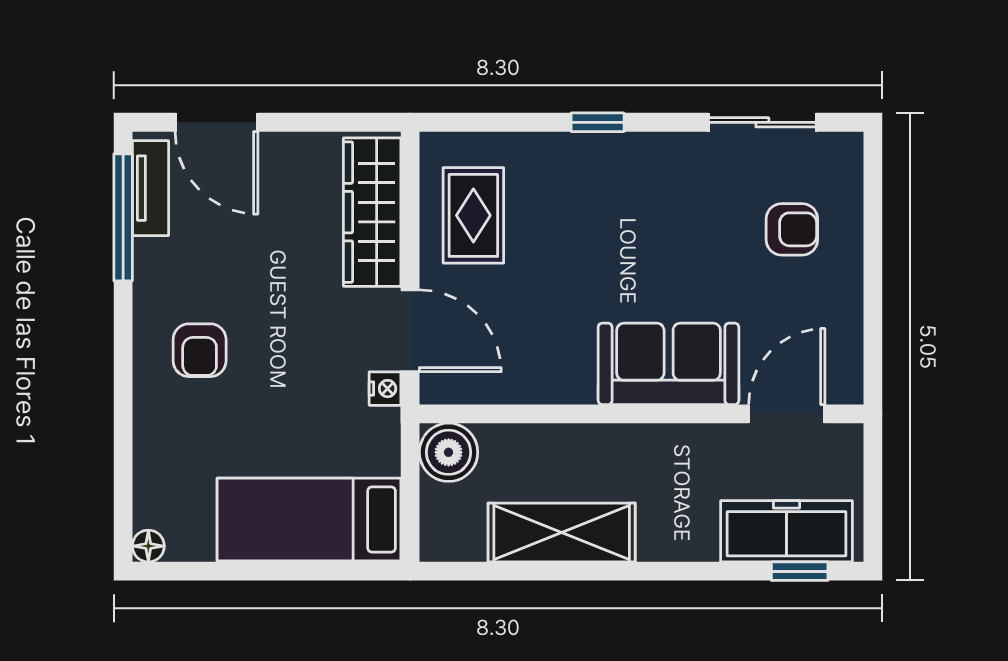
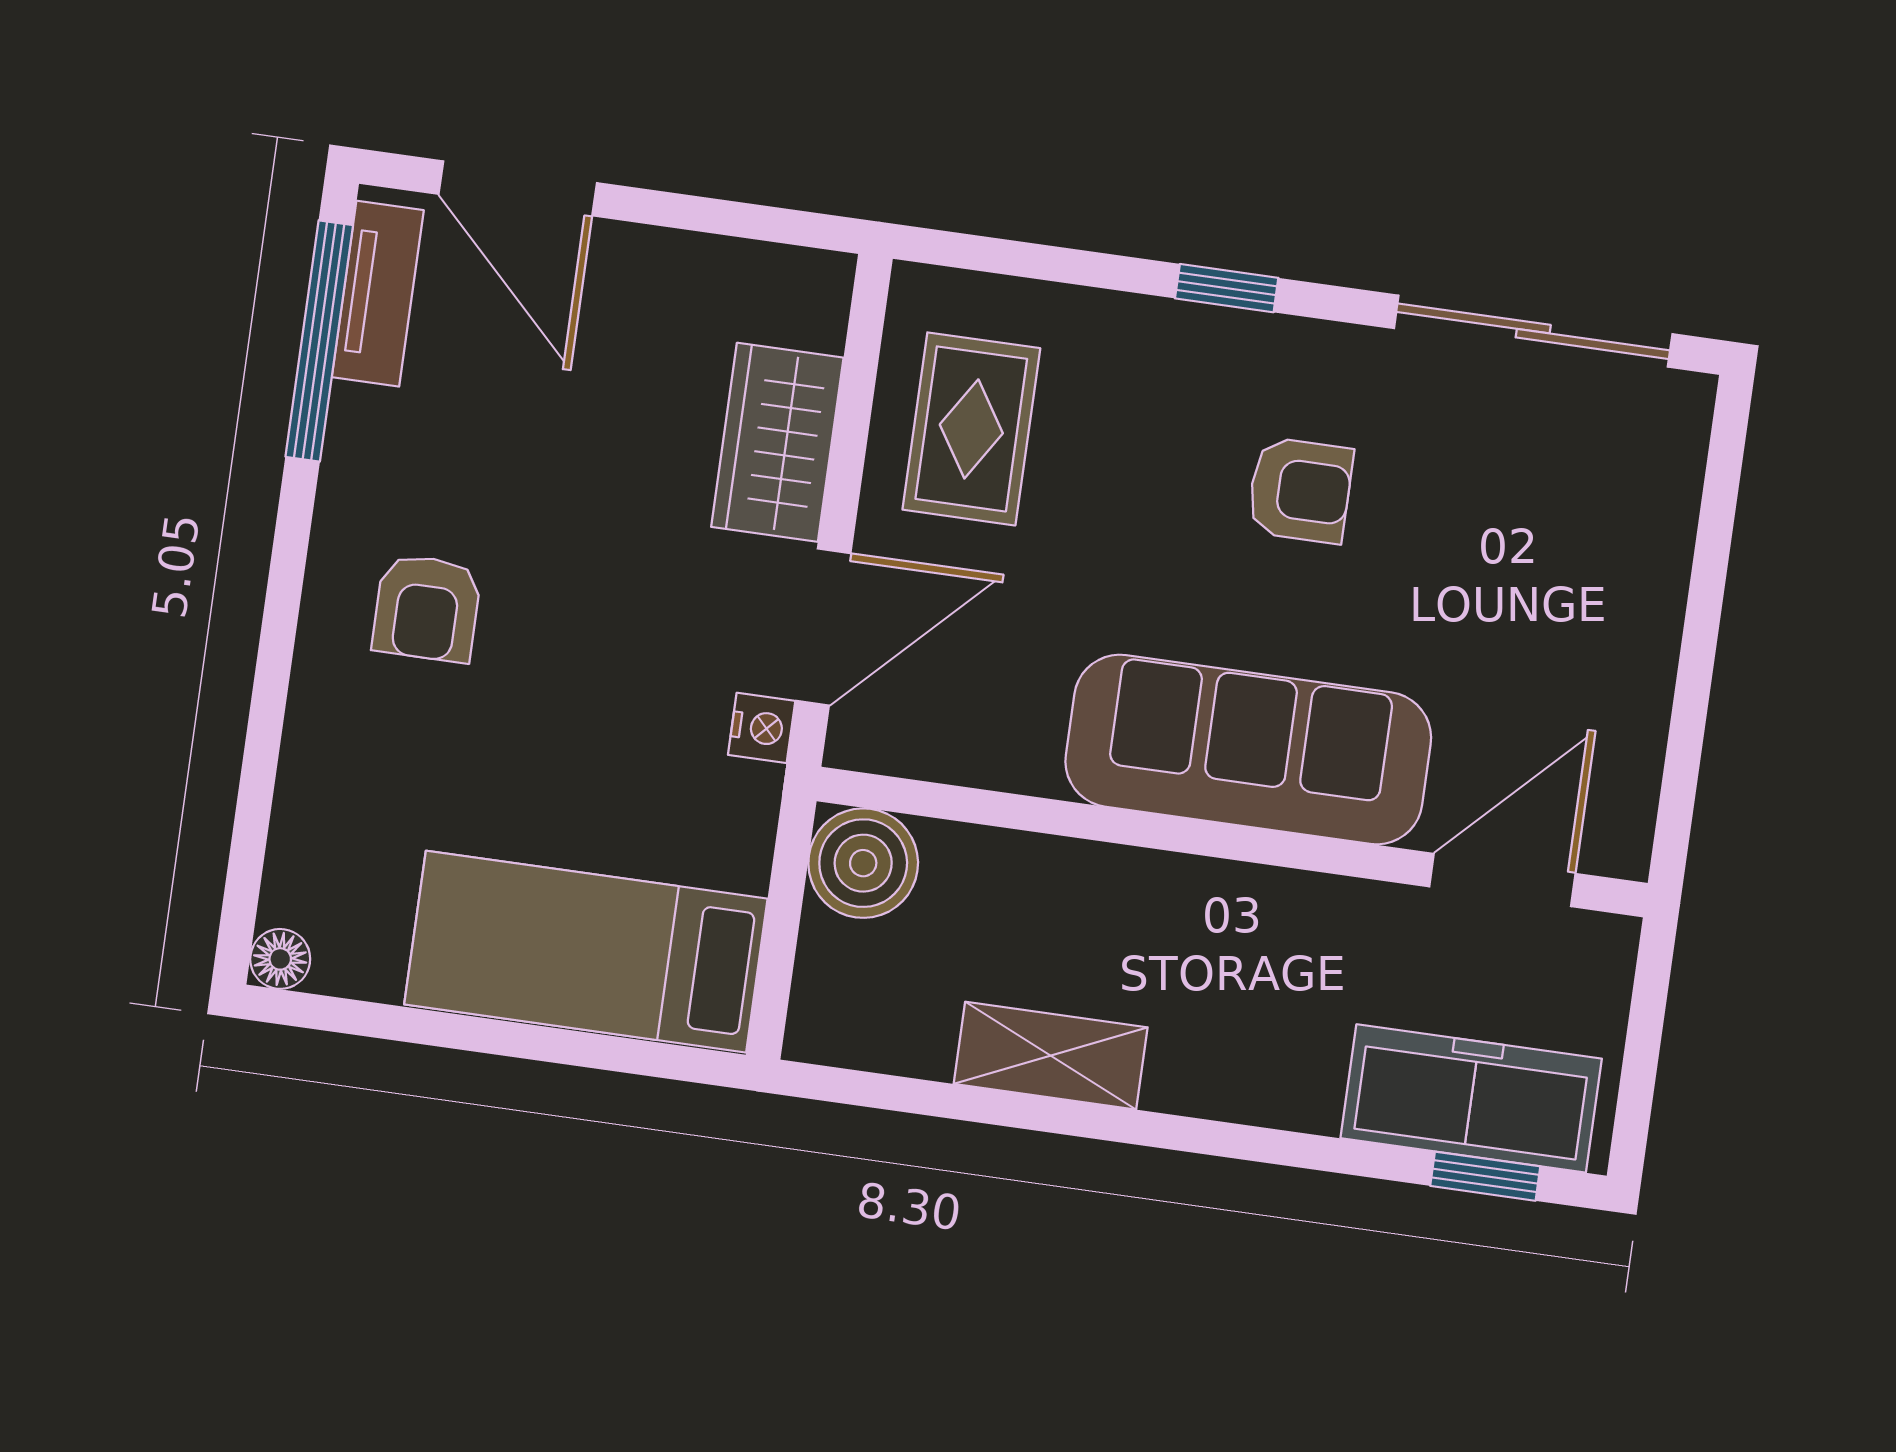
sliding door: (762, 122) -> (1533, 331), width x1.37
wardrobe: (372, 212) -> (777, 442), width x0.67
armchair: (792, 229) -> (1300, 490), moved
door: (410, 331) -> (823, 627), hinge flipped
sofa: (669, 364) -> (1248, 750), width x1.36
shelving: (562, 533) -> (1051, 1056), width x0.67, depth x0.75

